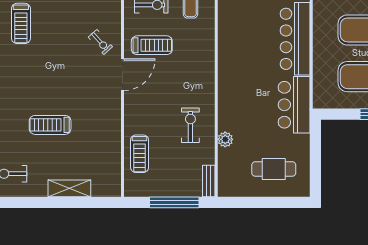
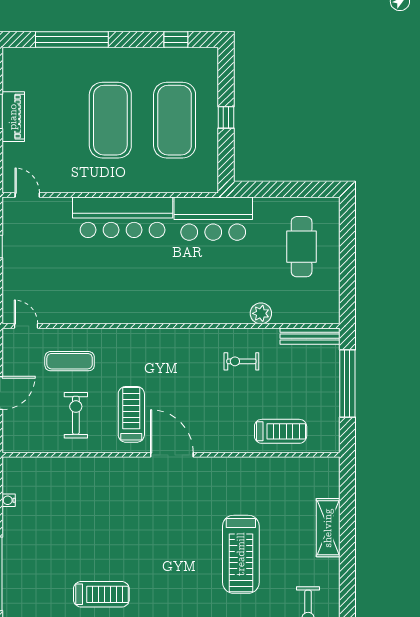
exercise bike: (100, 42) -> (127, 485), removed
treadmill: (50, 125) -> (241, 554), width x1.37, depth x1.37
exercise bike: (190, 125) -> (241, 361), width x0.73, depth x0.72
bench: (209, 181) -> (310, 336), width x1.36

